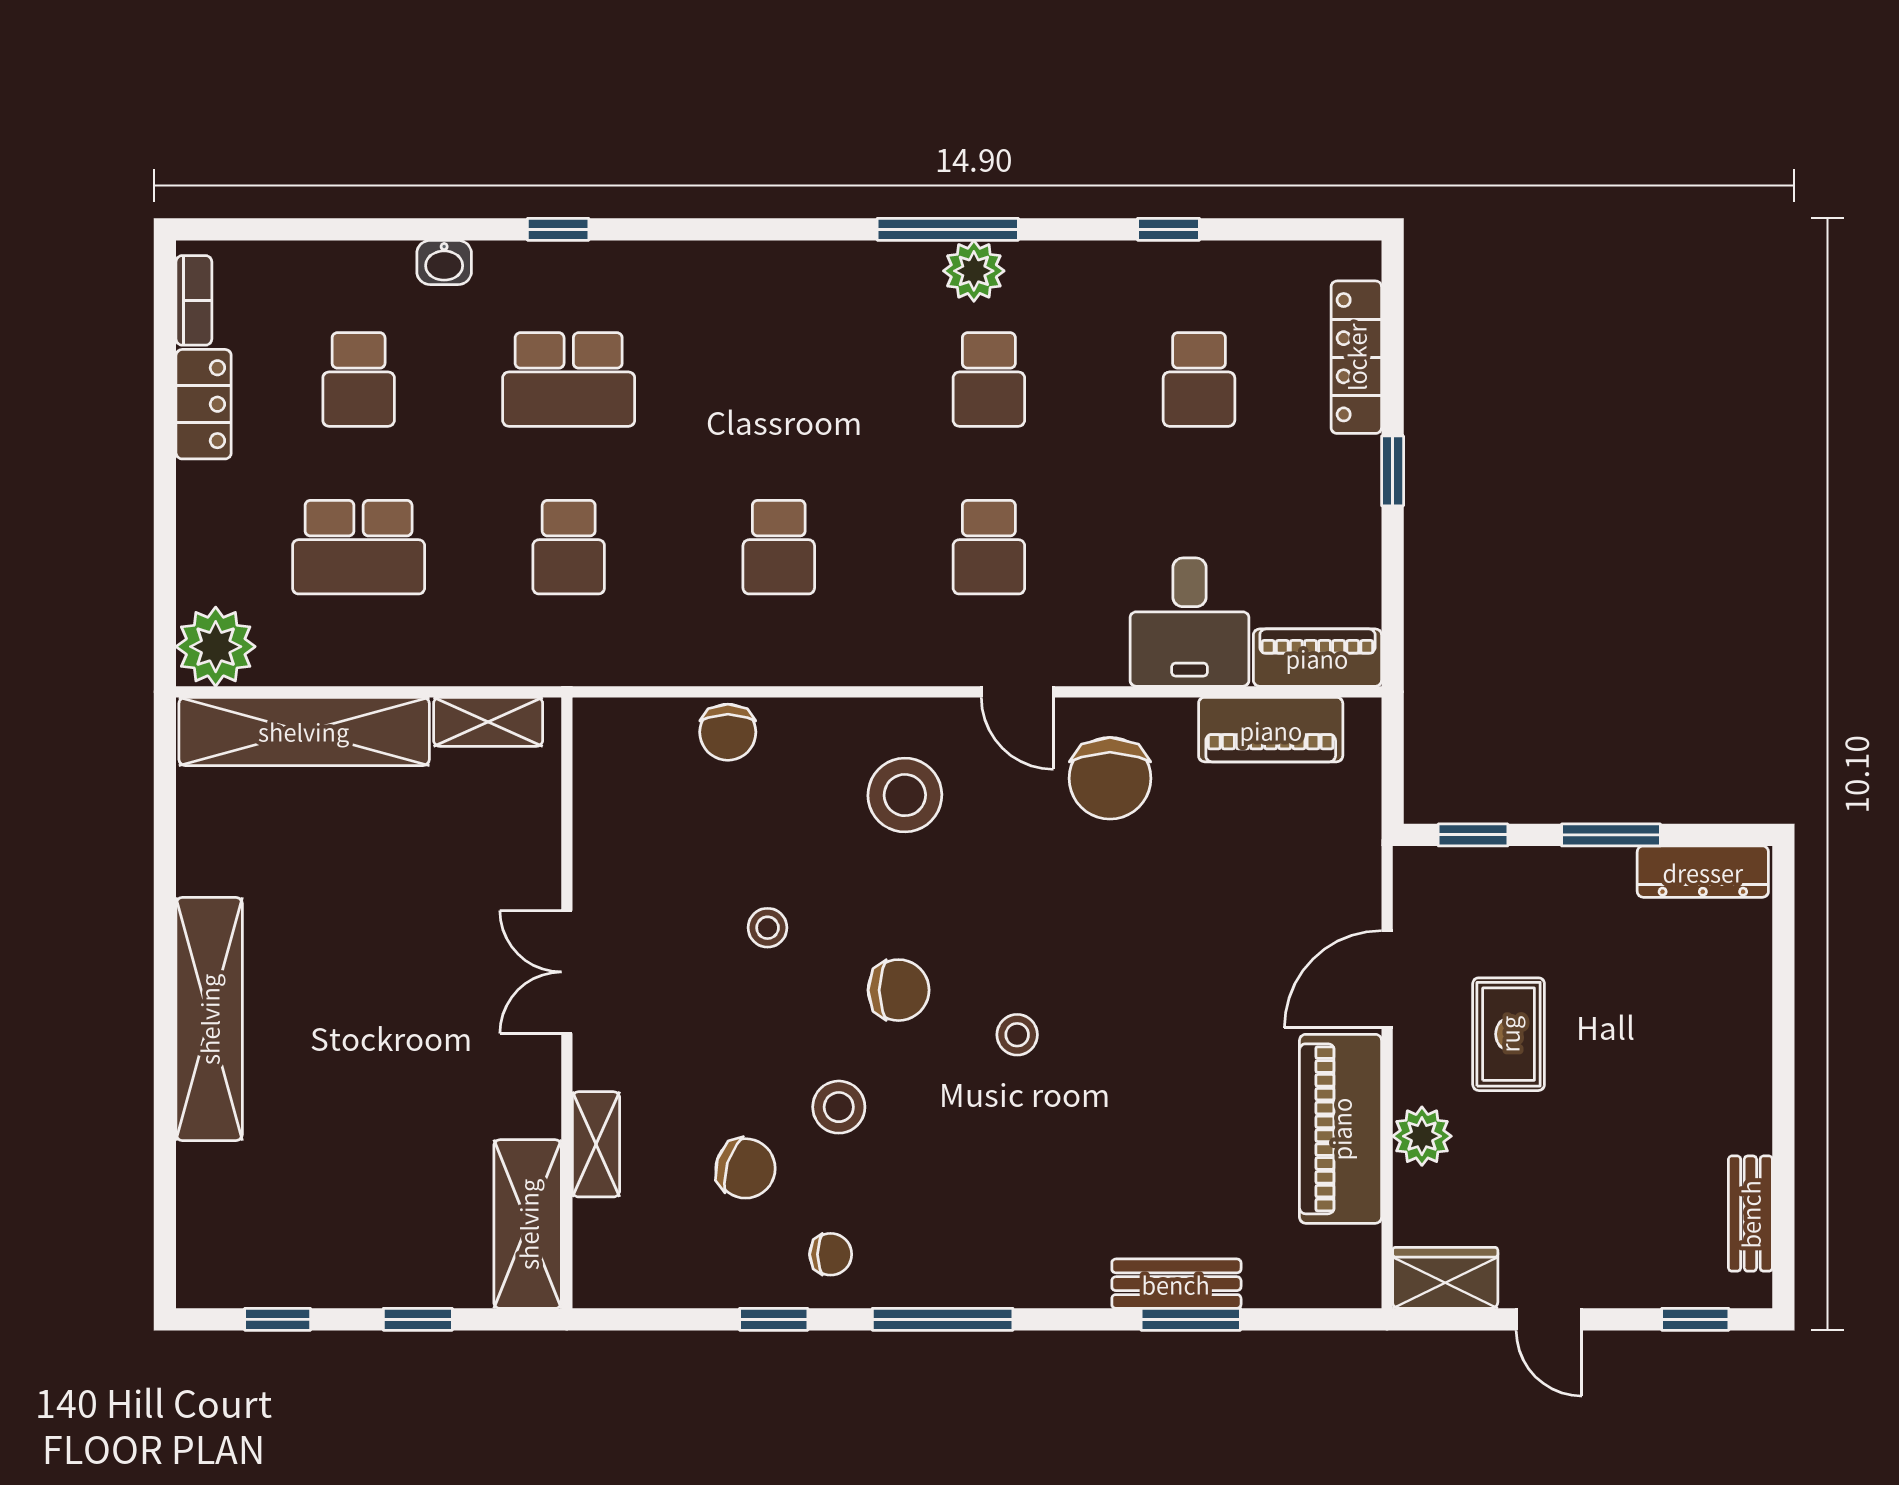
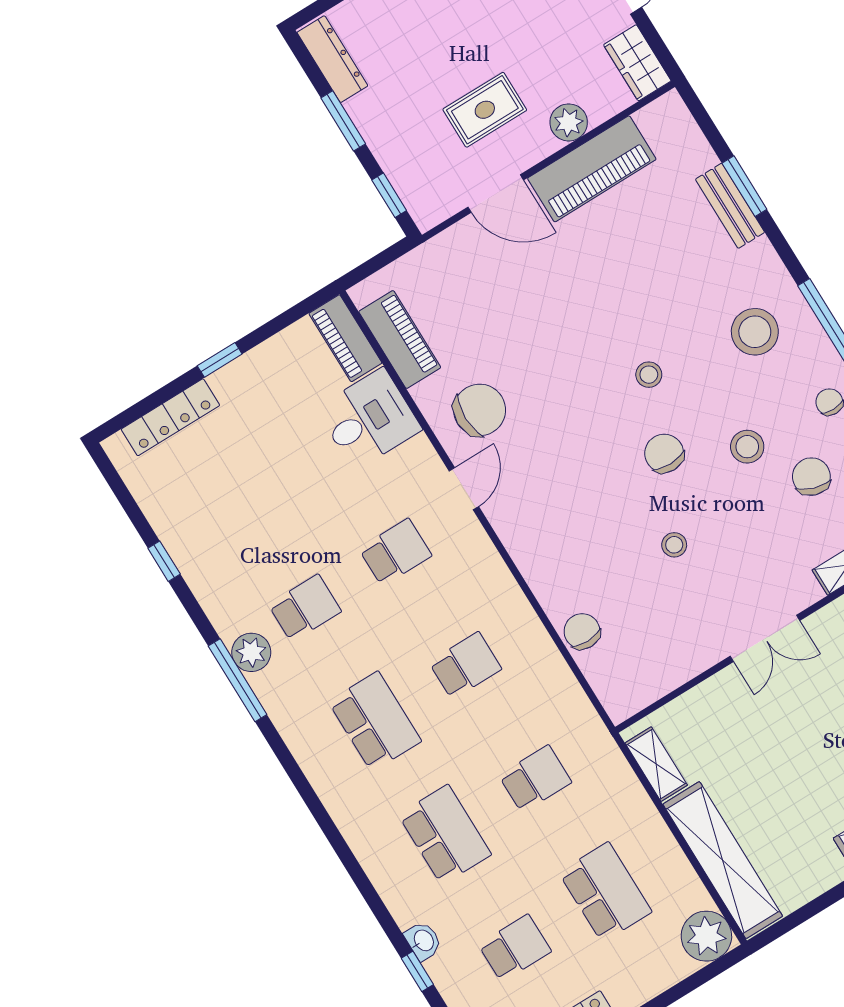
window: (558, 229) -> (417, 971), moved
school desk: (1199, 379) -> (375, 721), moved, width x1.85
chair: (728, 732) -> (582, 631), turned -90
stool: (905, 795) -> (755, 332), moved

